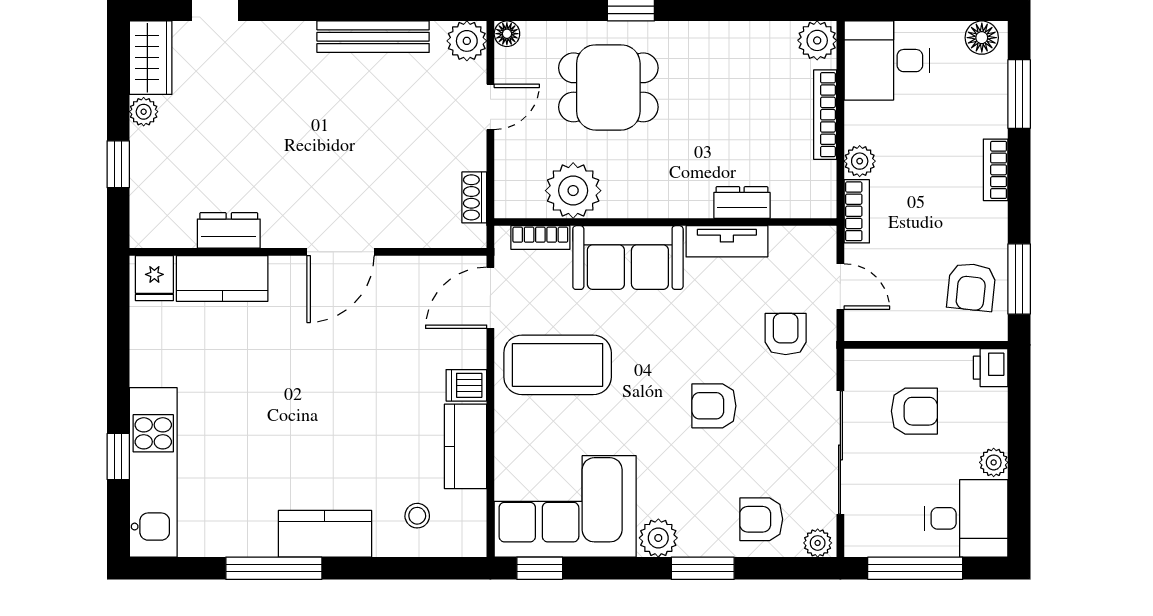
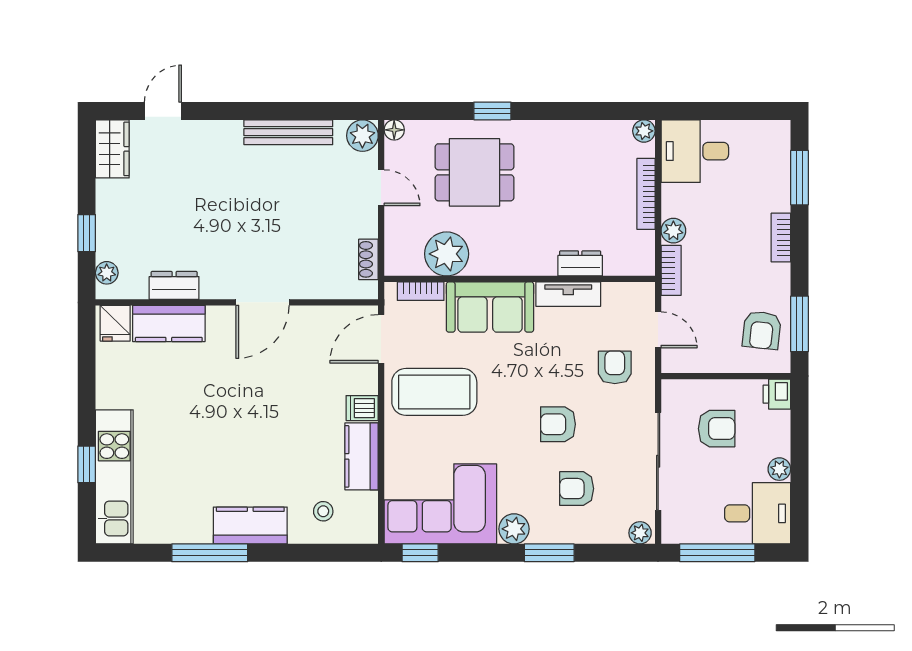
floor lamp: (982, 38) -> (770, 133), removed
plant: (817, 40) -> (644, 131), width x0.73, depth x0.73
door: (490, 107) -> (381, 188), hinge flipped
plant: (144, 112) -> (107, 273), moved
armchair: (761, 519) -> (577, 489), moved

